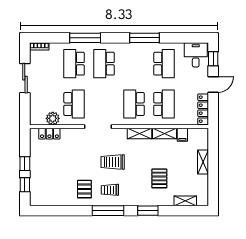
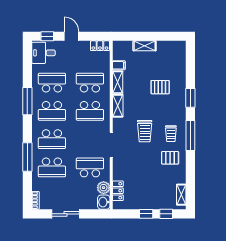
school desk: (134, 64) -> (52, 111), added
locker: (203, 109) -> (100, 46), width x0.66
washbasin: (37, 119) -> (104, 202), added
shelving: (185, 201) -> (181, 195), moved

